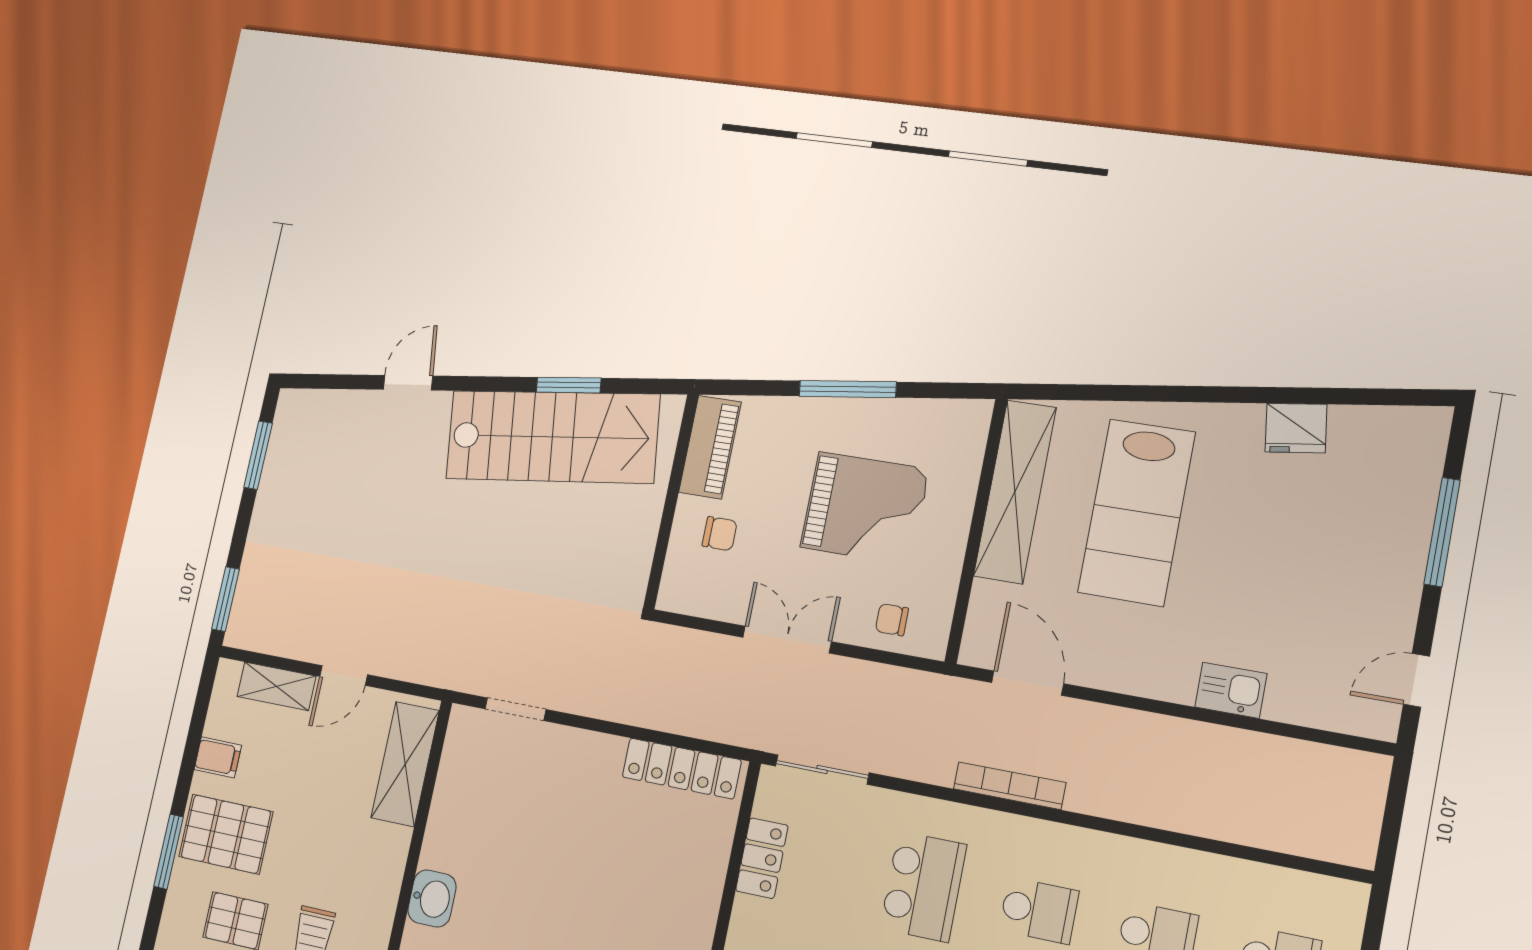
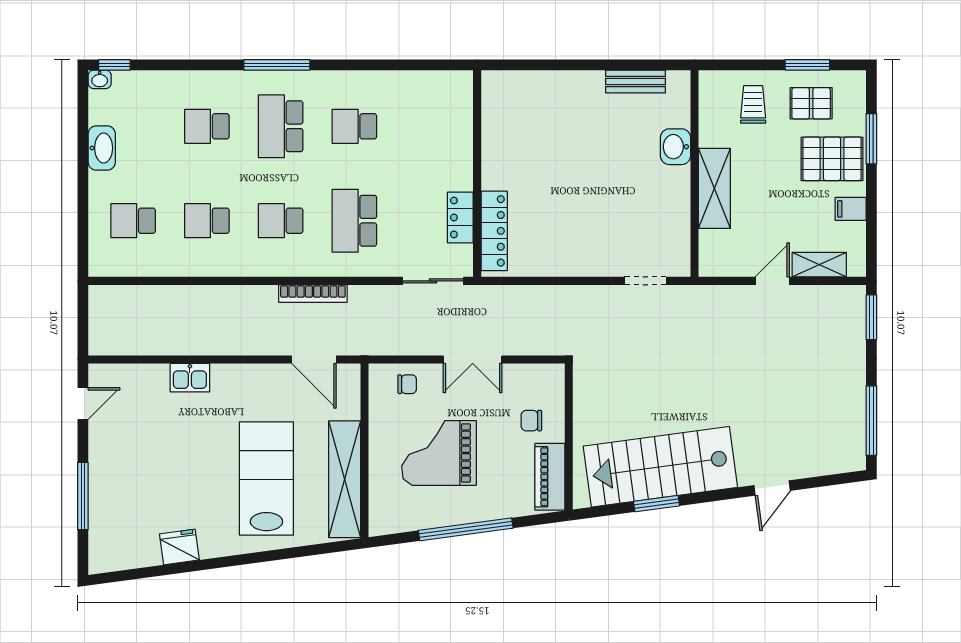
window: (848, 389) -> (466, 529), width x1.46
window: (258, 455) -> (871, 421), width x1.44
shelving: (405, 764) -> (714, 188), moved
locker: (682, 768) -> (494, 231), moved, turned 90

